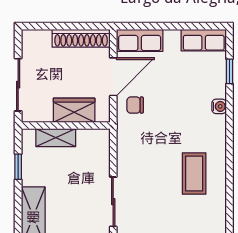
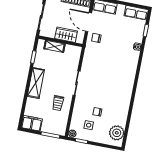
door: (113, 77) -> (88, 22), swing flipped
coffee table: (194, 174) -> (119, 77), removed

